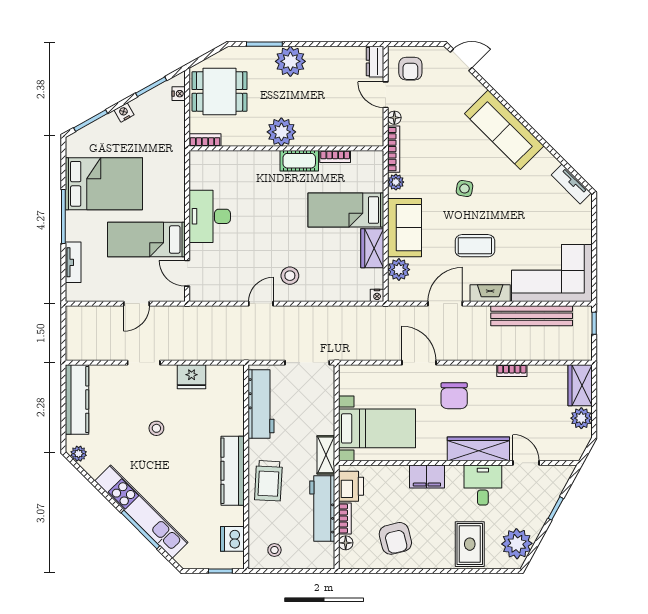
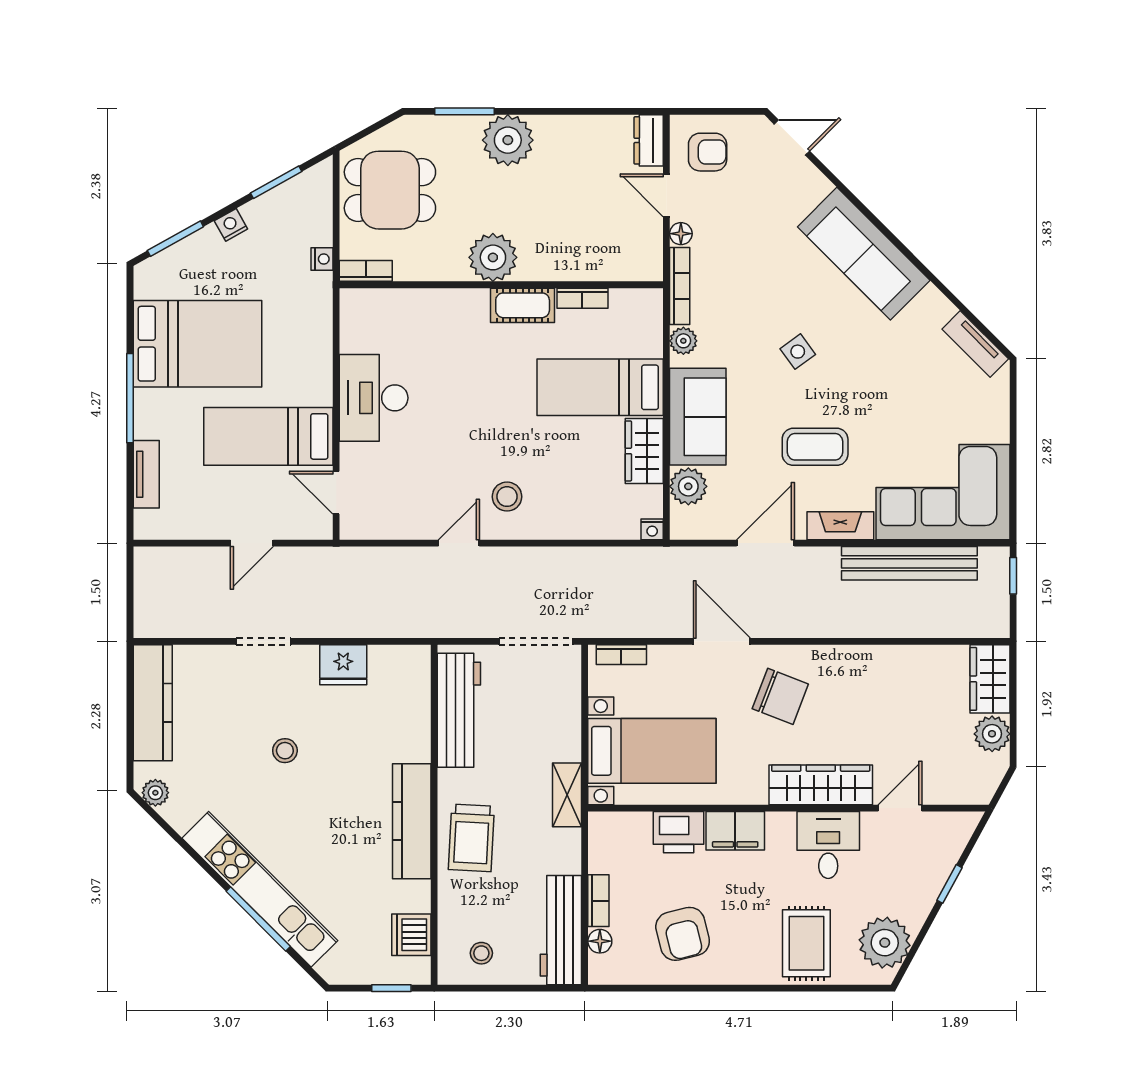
armchair: (410, 69) -> (708, 152), turned -90
nightstand: (179, 94) -> (322, 259), moved
side table: (465, 189) -> (798, 352), turned 45
bookcase: (512, 371) -> (621, 655), moved
chair: (454, 396) -> (780, 696), turned -69
door: (526, 463) -> (900, 808), hinge flipped
printer: (351, 486) -> (679, 832), moved, turned 90
workbench: (322, 509) -> (561, 930), moved

